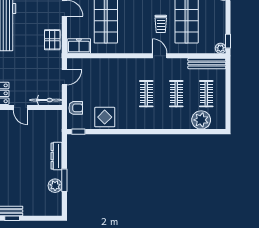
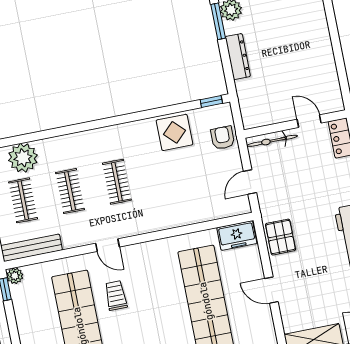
armchair: (76, 108) -> (223, 138), turned 90

